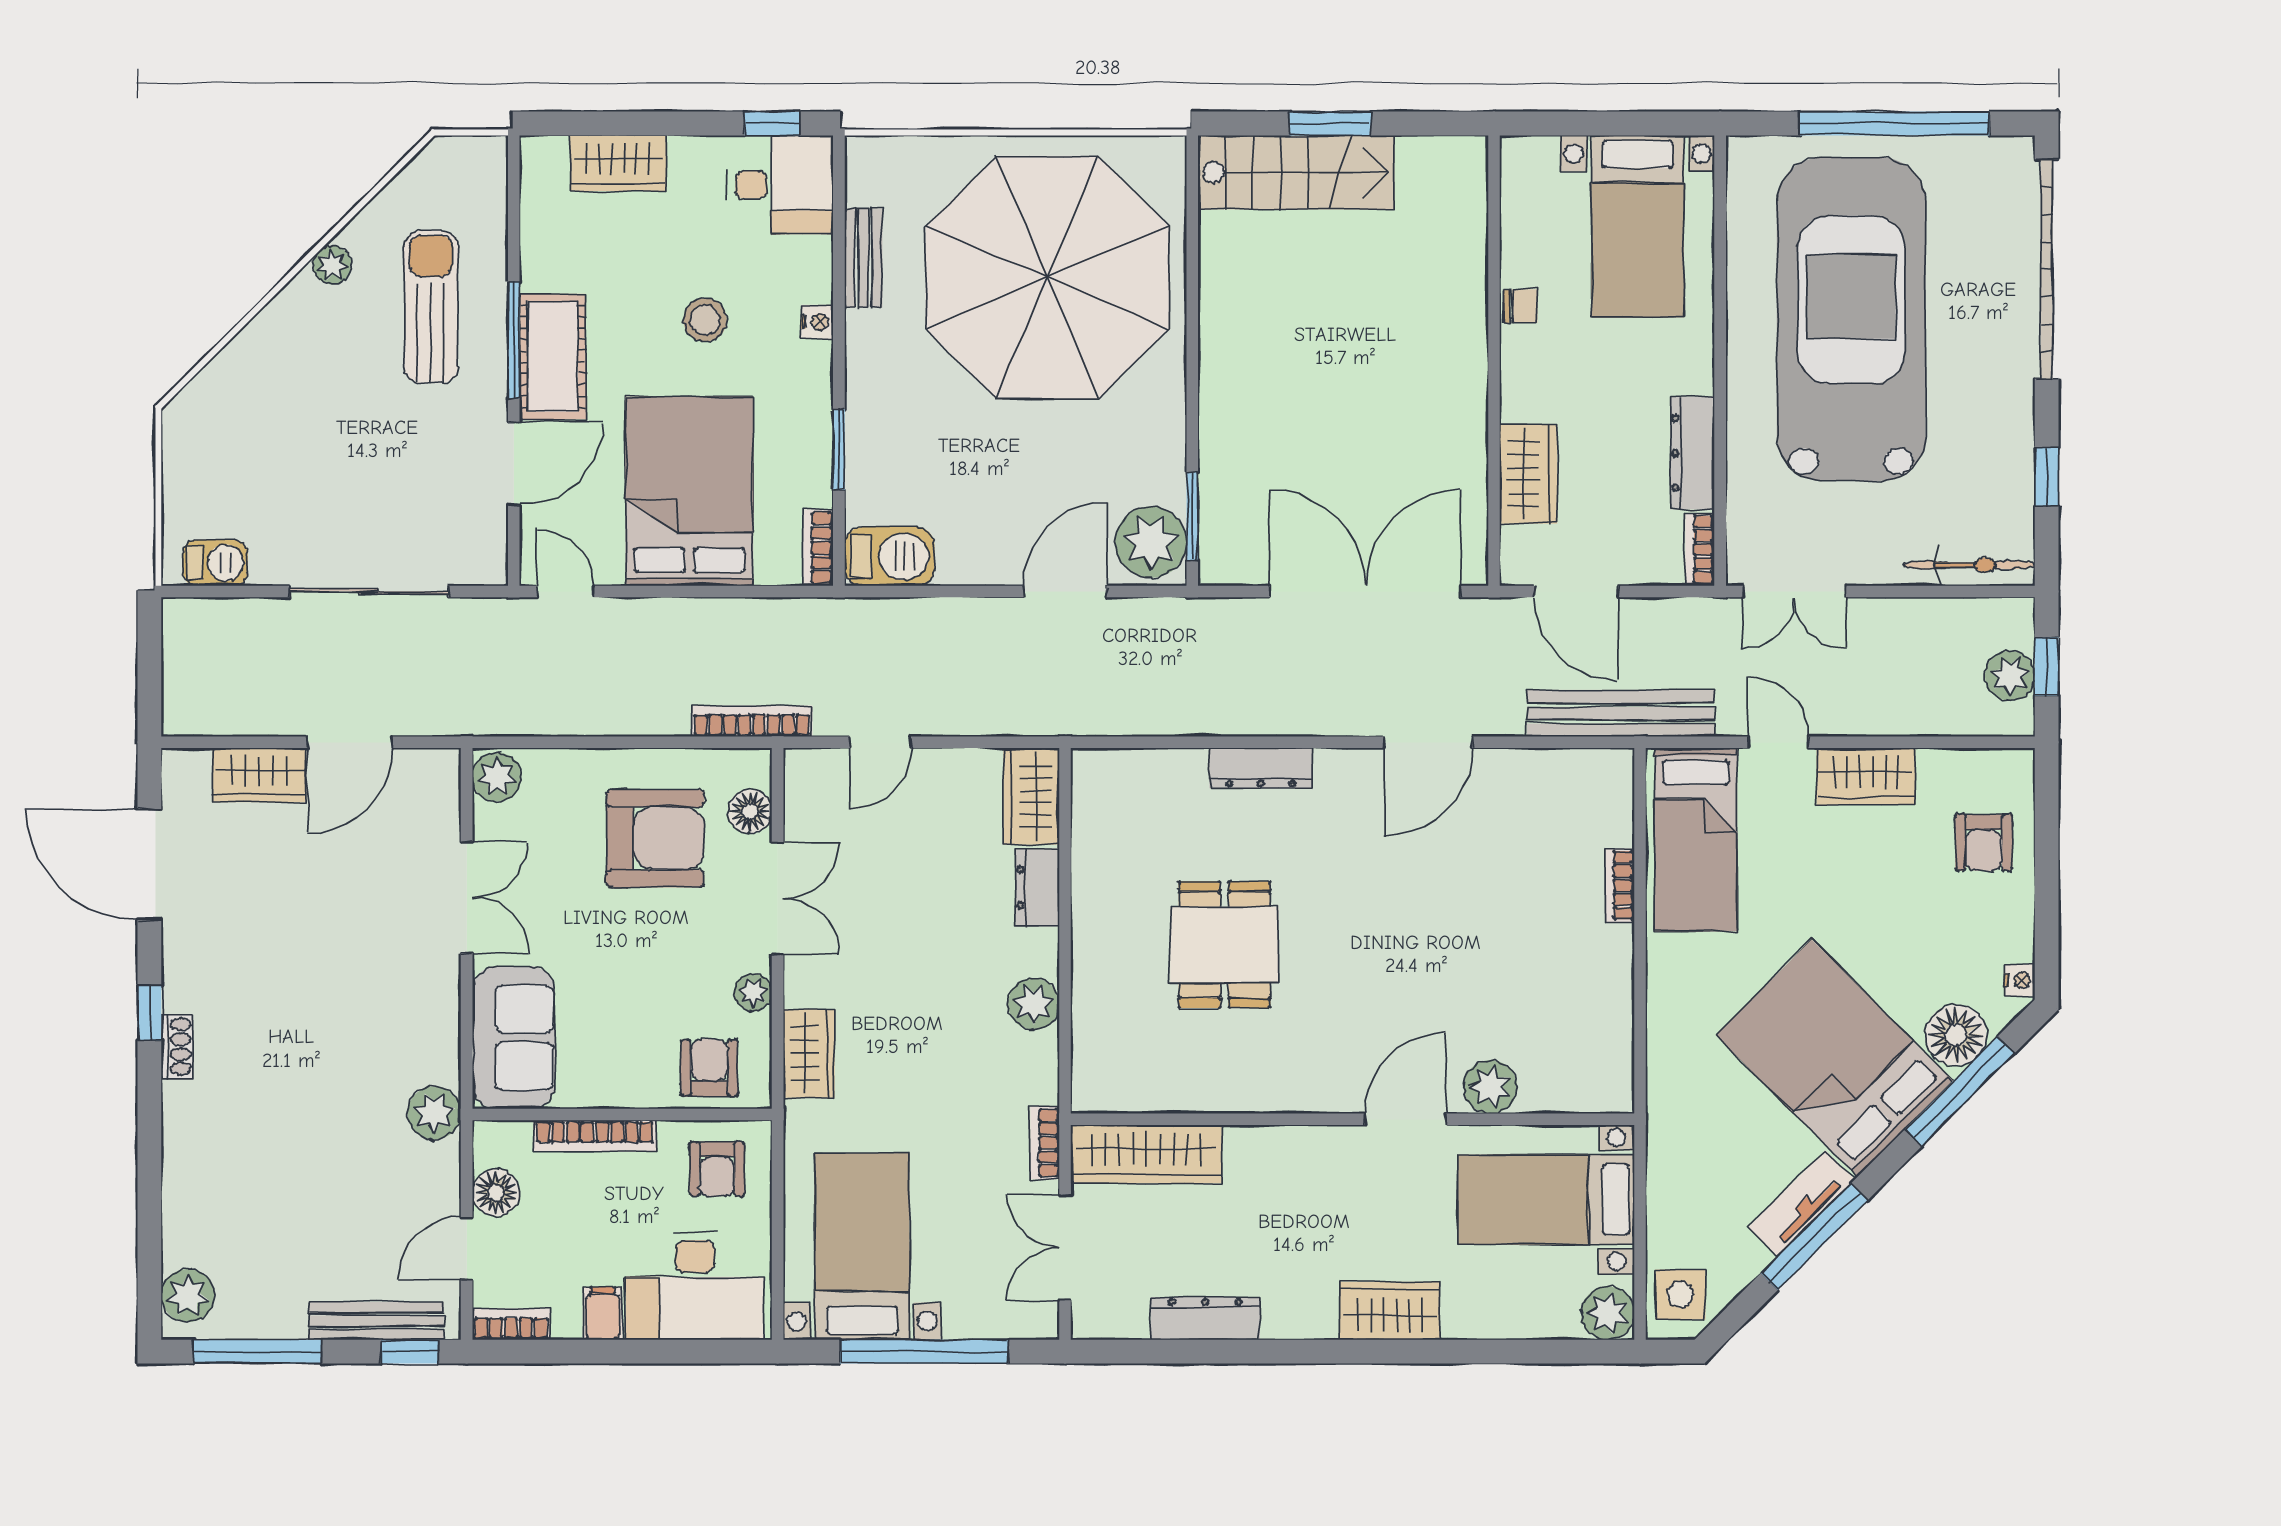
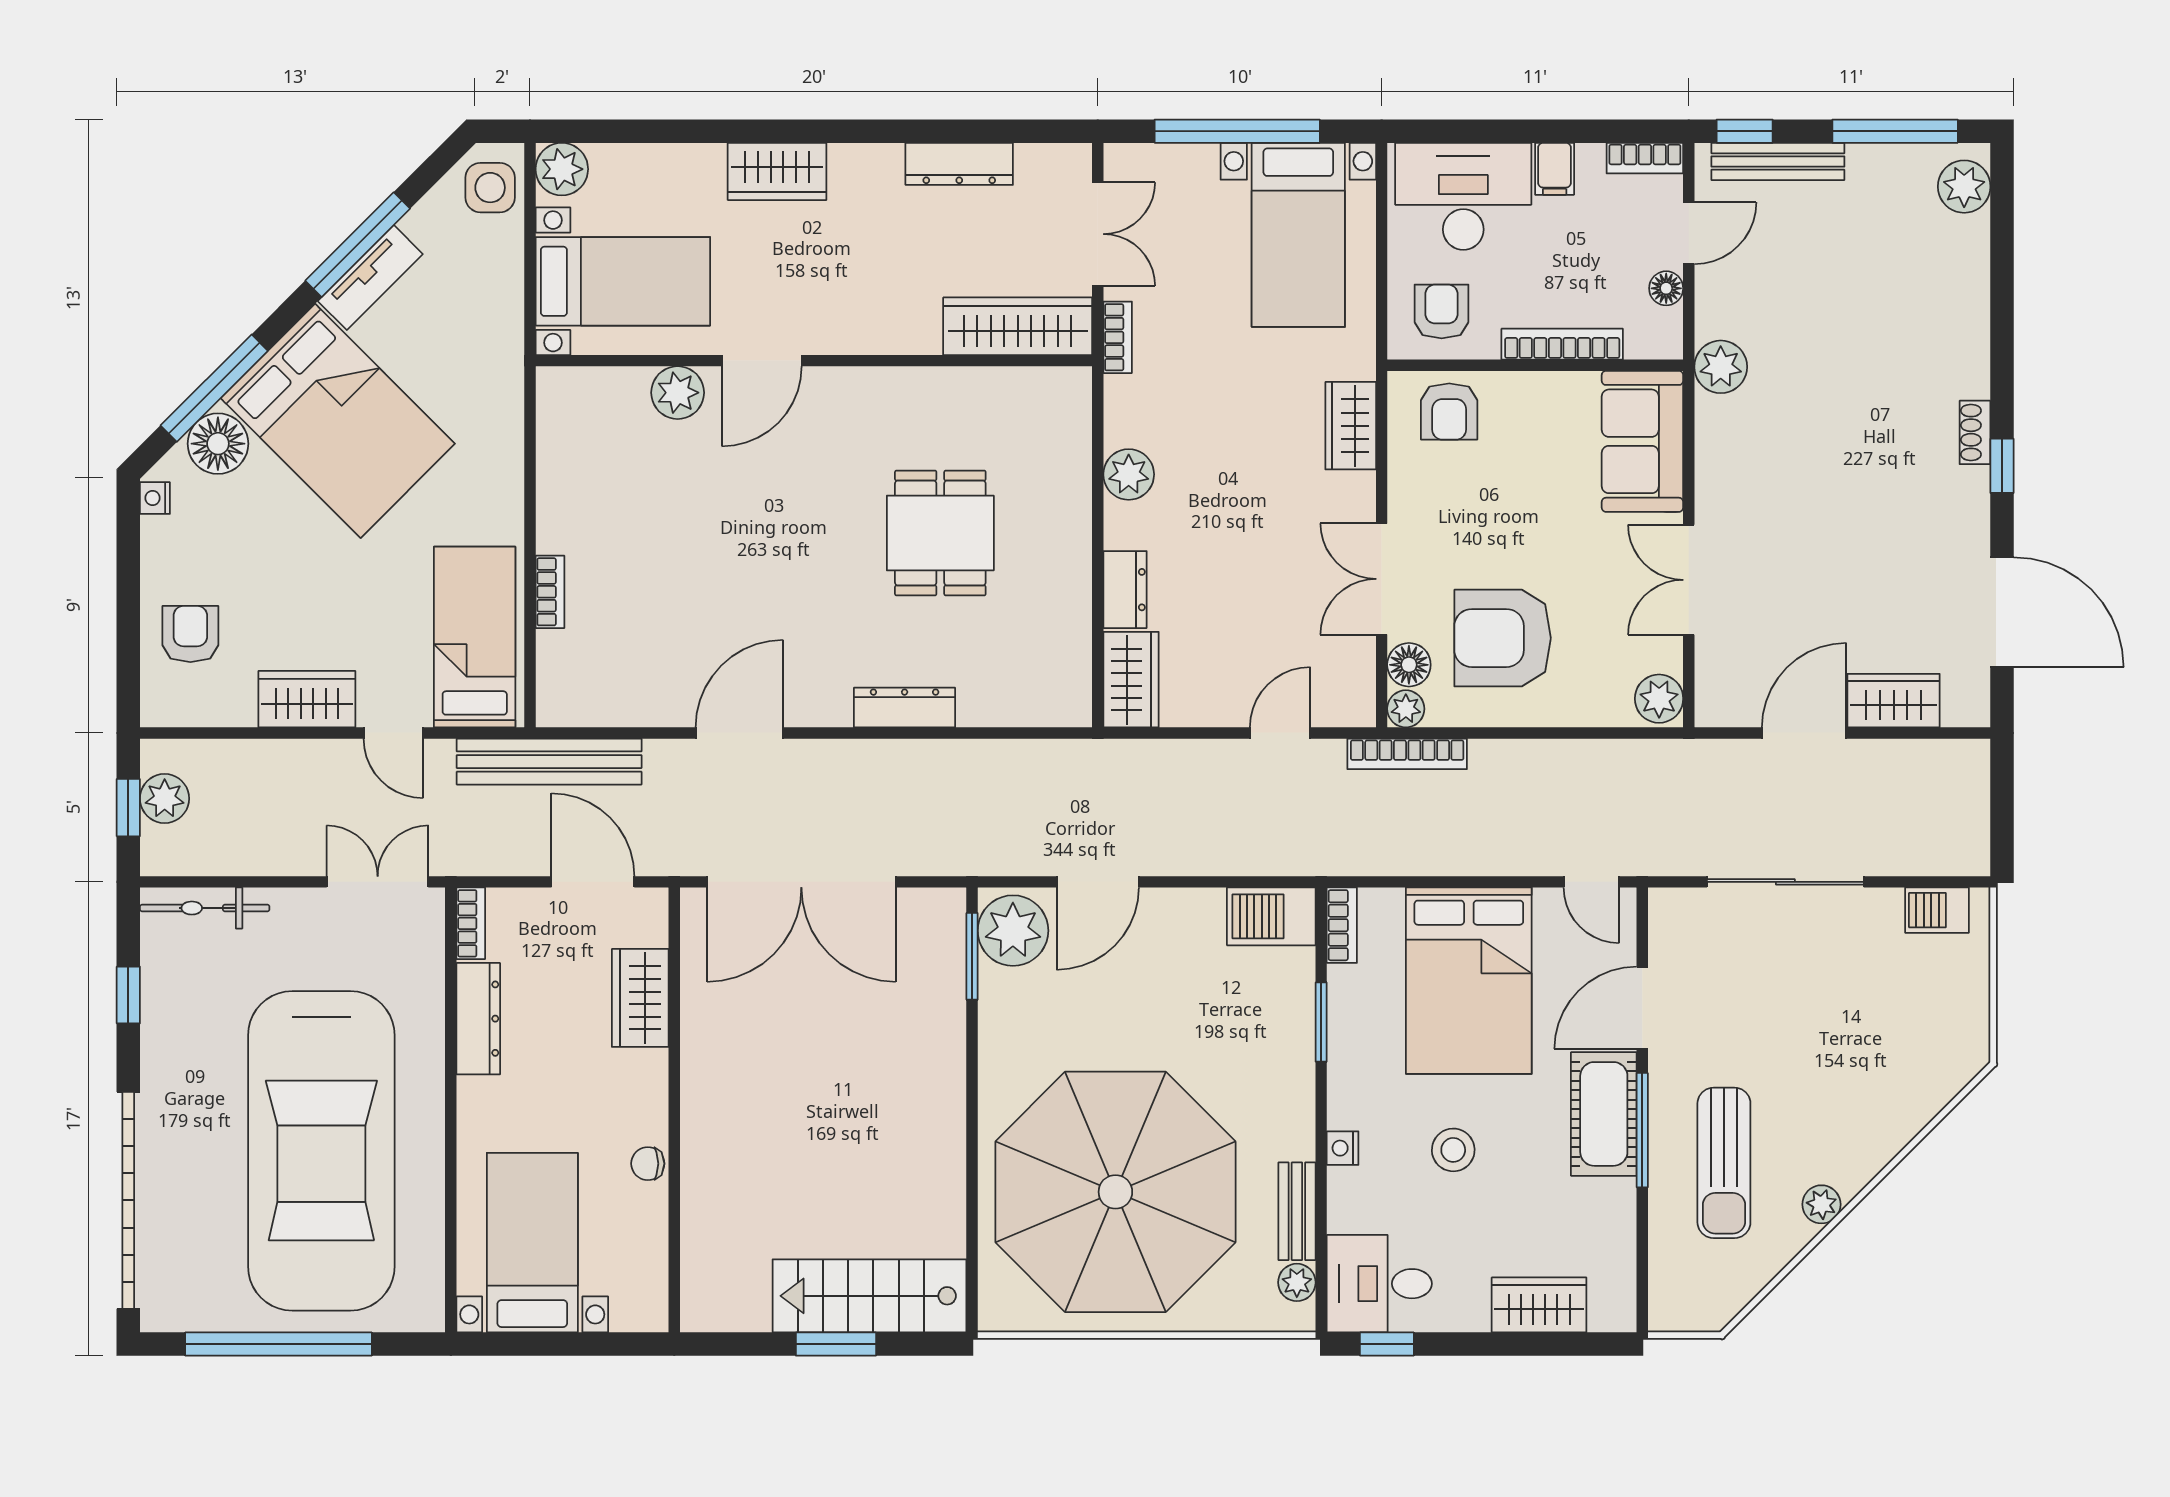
plant: (863, 186) -> (1297, 1282), added
plant: (753, 993) -> (1406, 709), moved
floor lamp: (496, 1192) -> (1666, 288), width x0.73, depth x0.73

